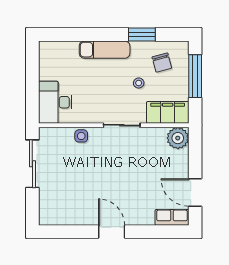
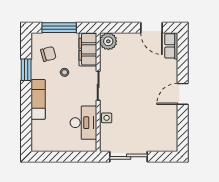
desk: (55, 102) -> (83, 123), moved, turned -90
door: (195, 193) -> (151, 28), hinge flipped

